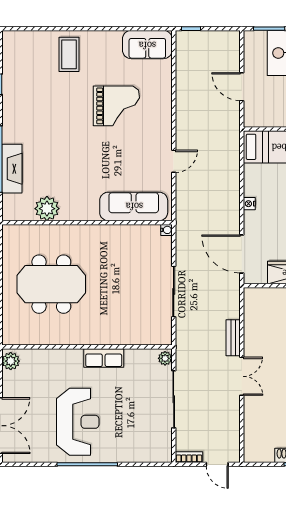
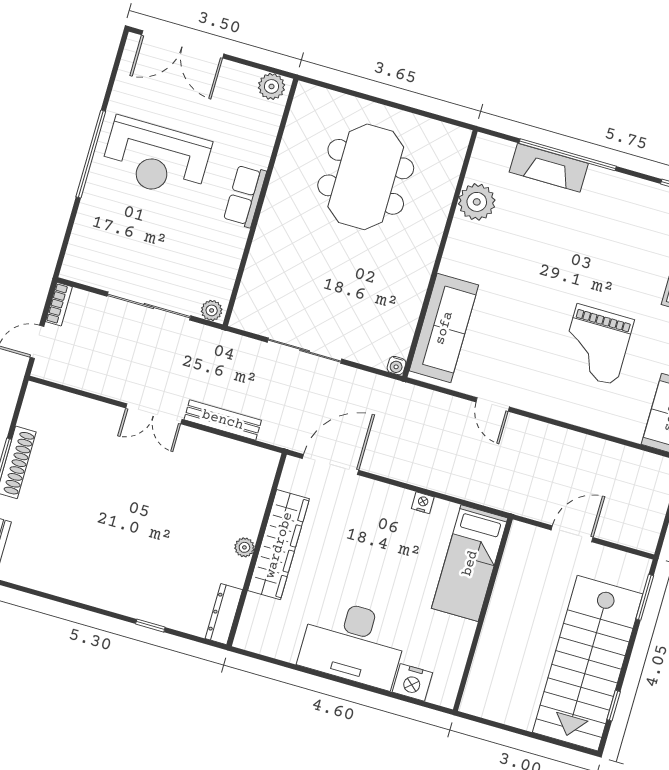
nightstand: (249, 204) -> (423, 503), moved
bench: (233, 338) -> (223, 420), width x1.36
row of seats: (104, 358) -> (245, 196), moved

